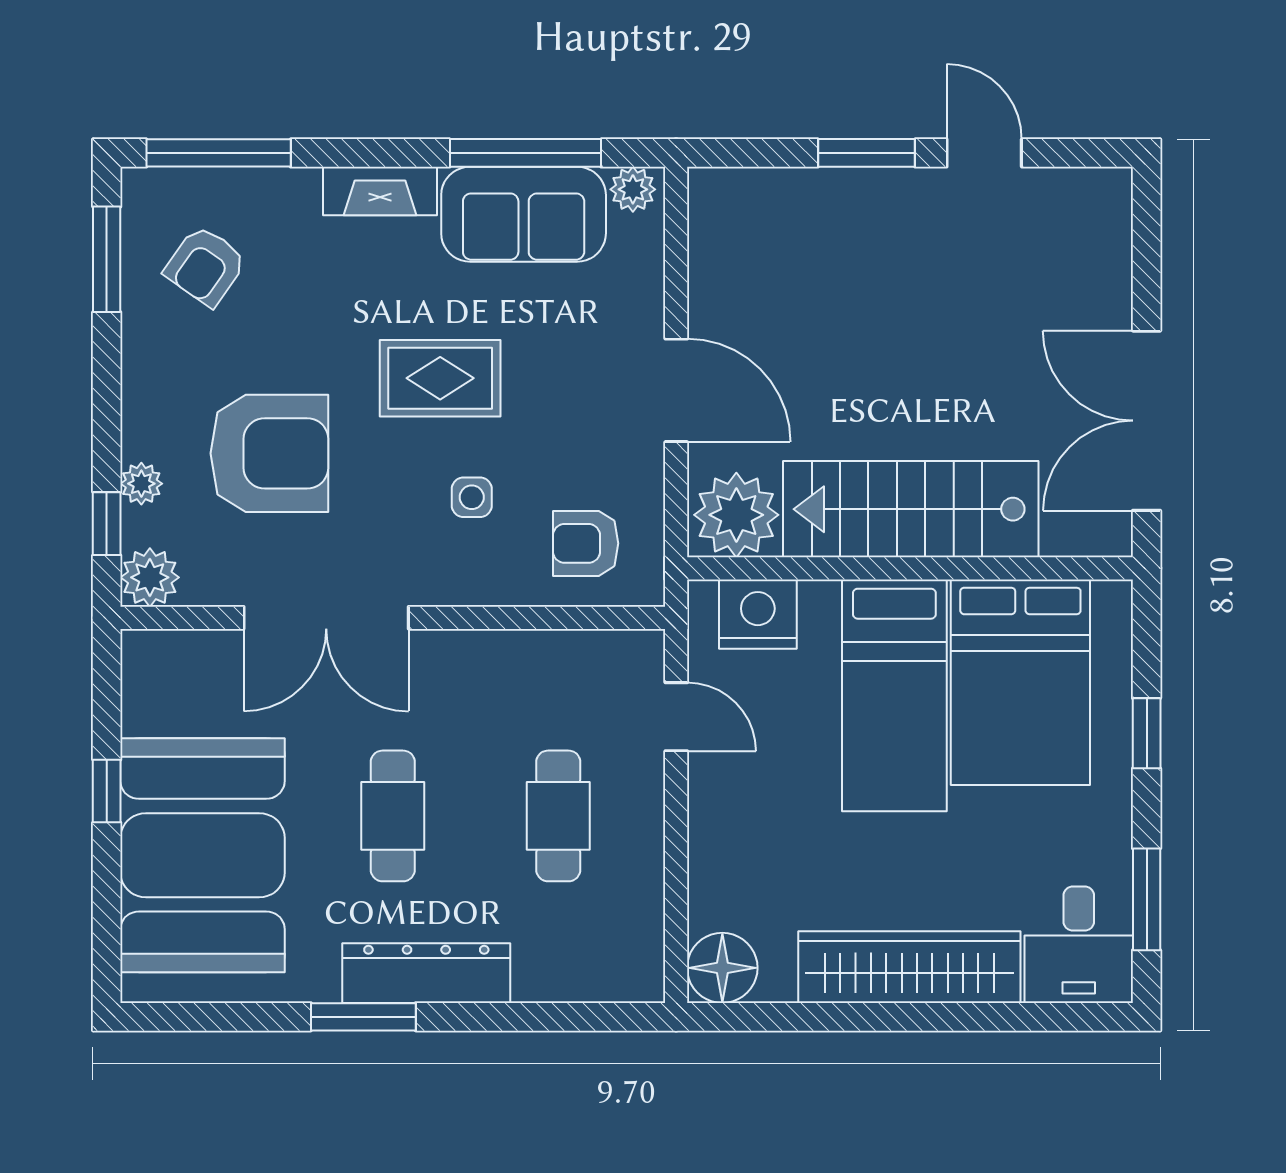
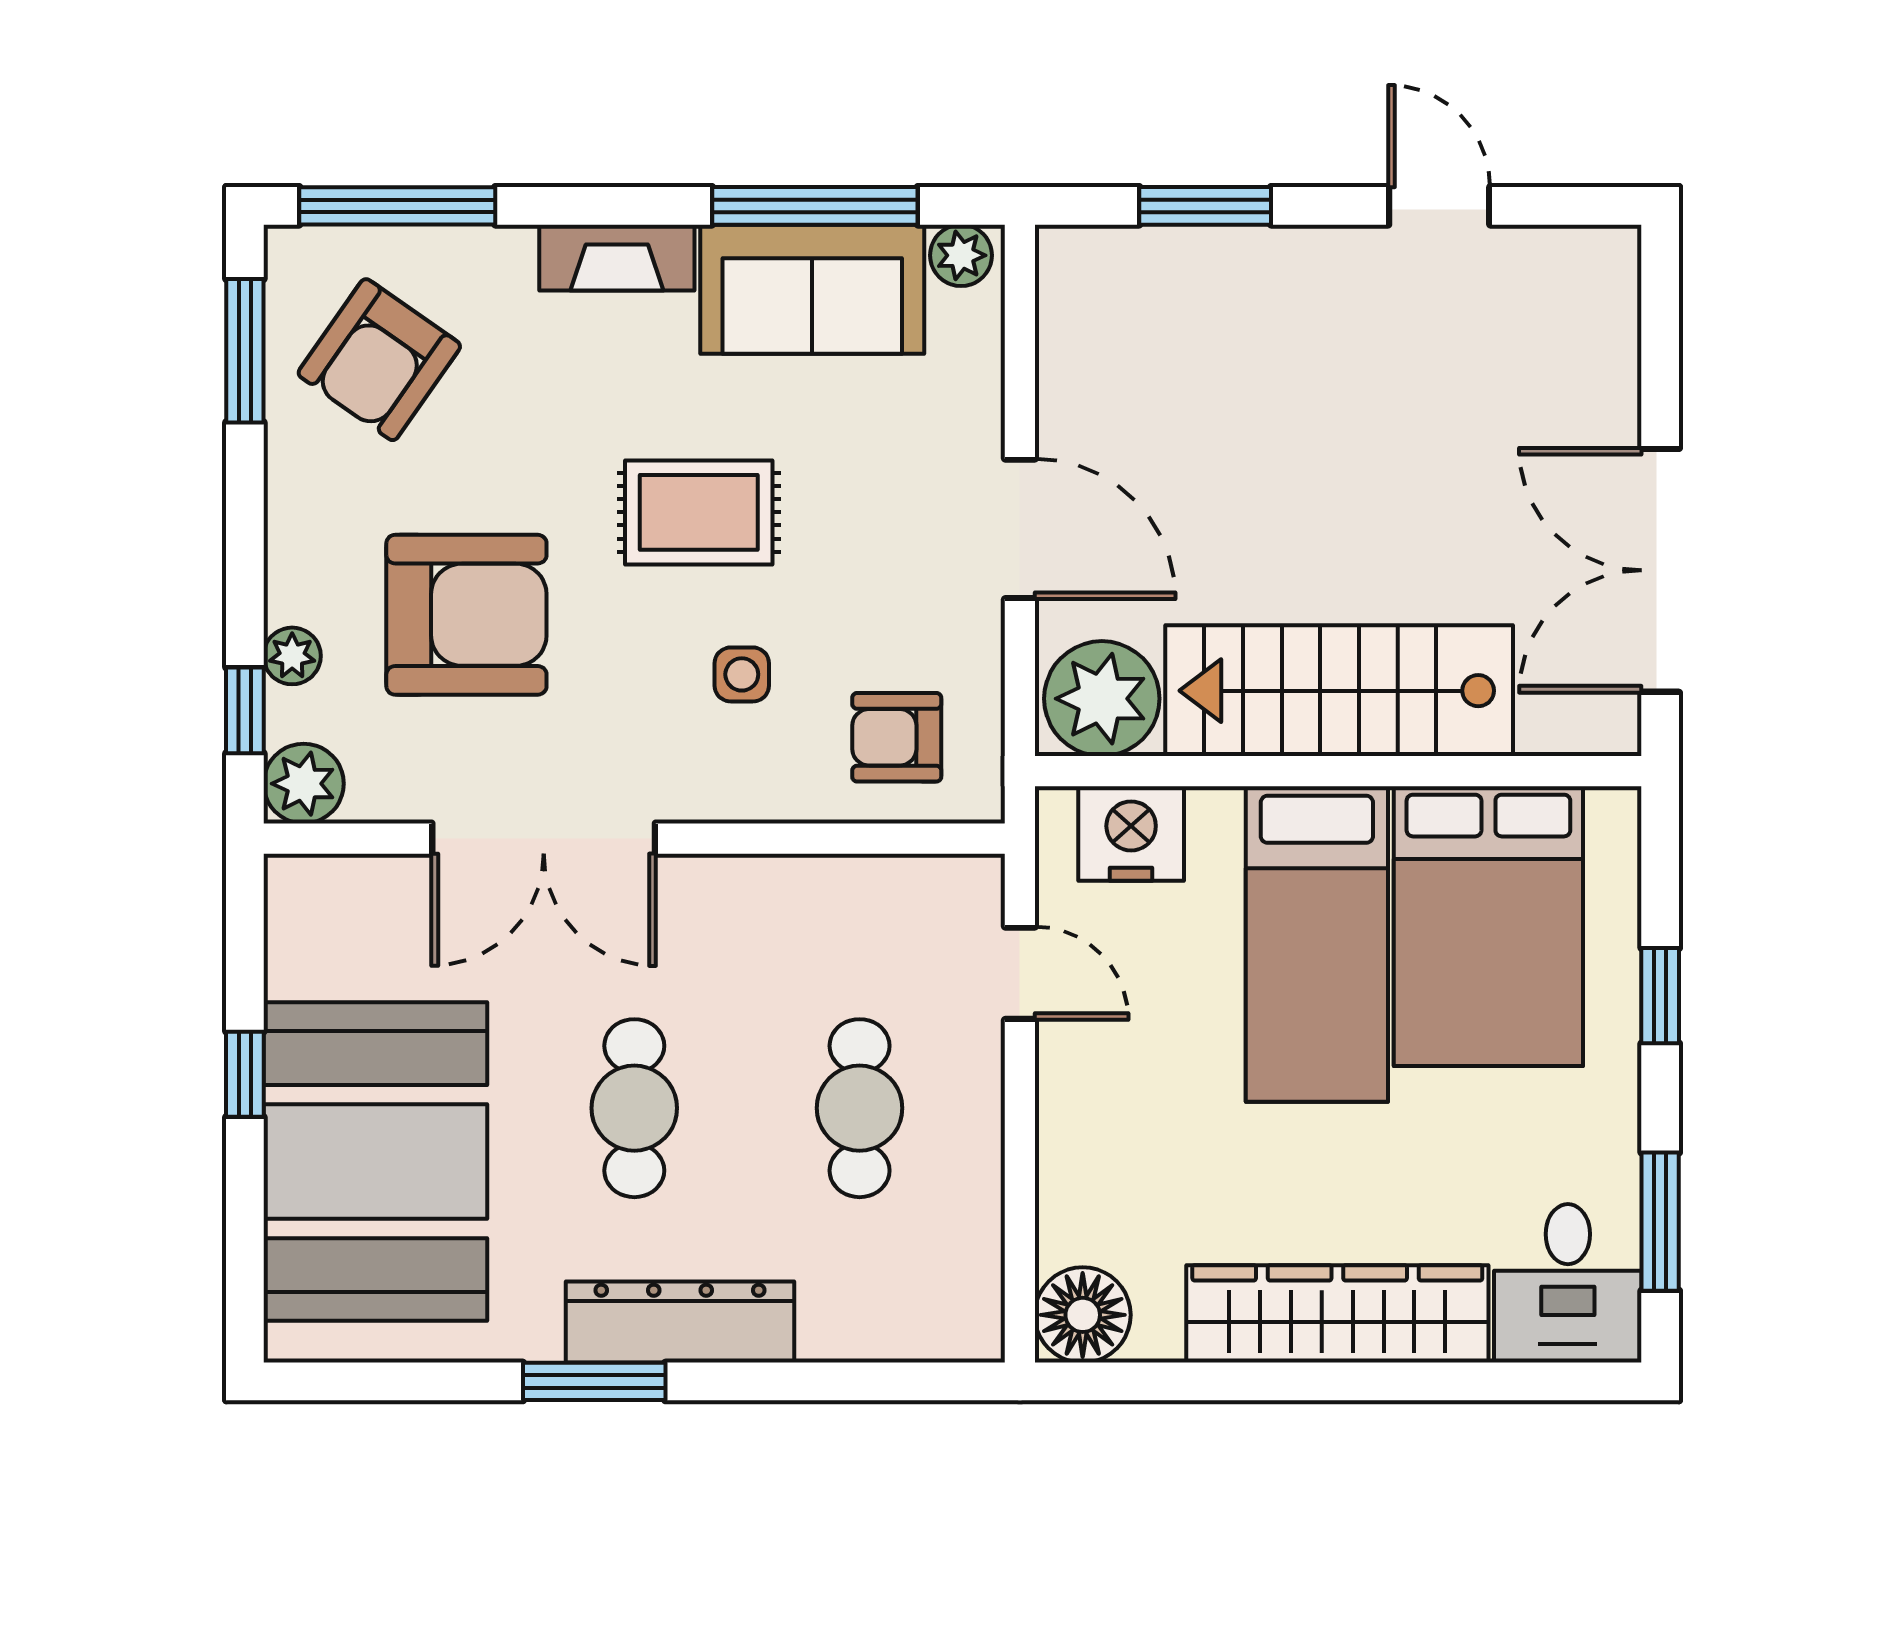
window: (867, 153) -> (1205, 206), moved
armchair: (205, 266) -> (379, 360), width x1.38, depth x1.38

